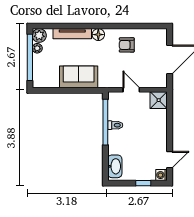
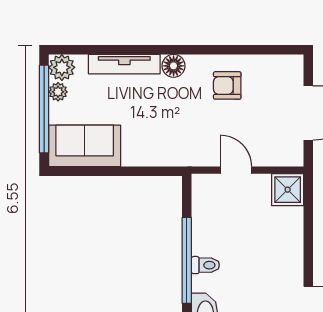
sofa: (79, 77) -> (85, 146), moved
window: (105, 122) -> (187, 260), moved
toilet: (115, 125) -> (205, 265), moved

